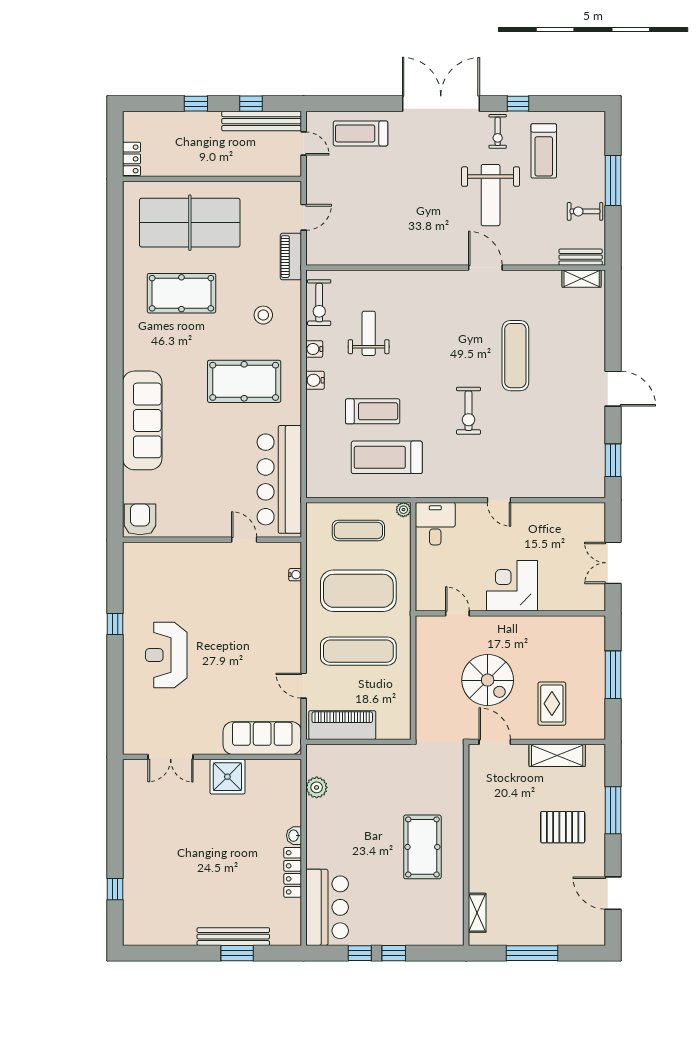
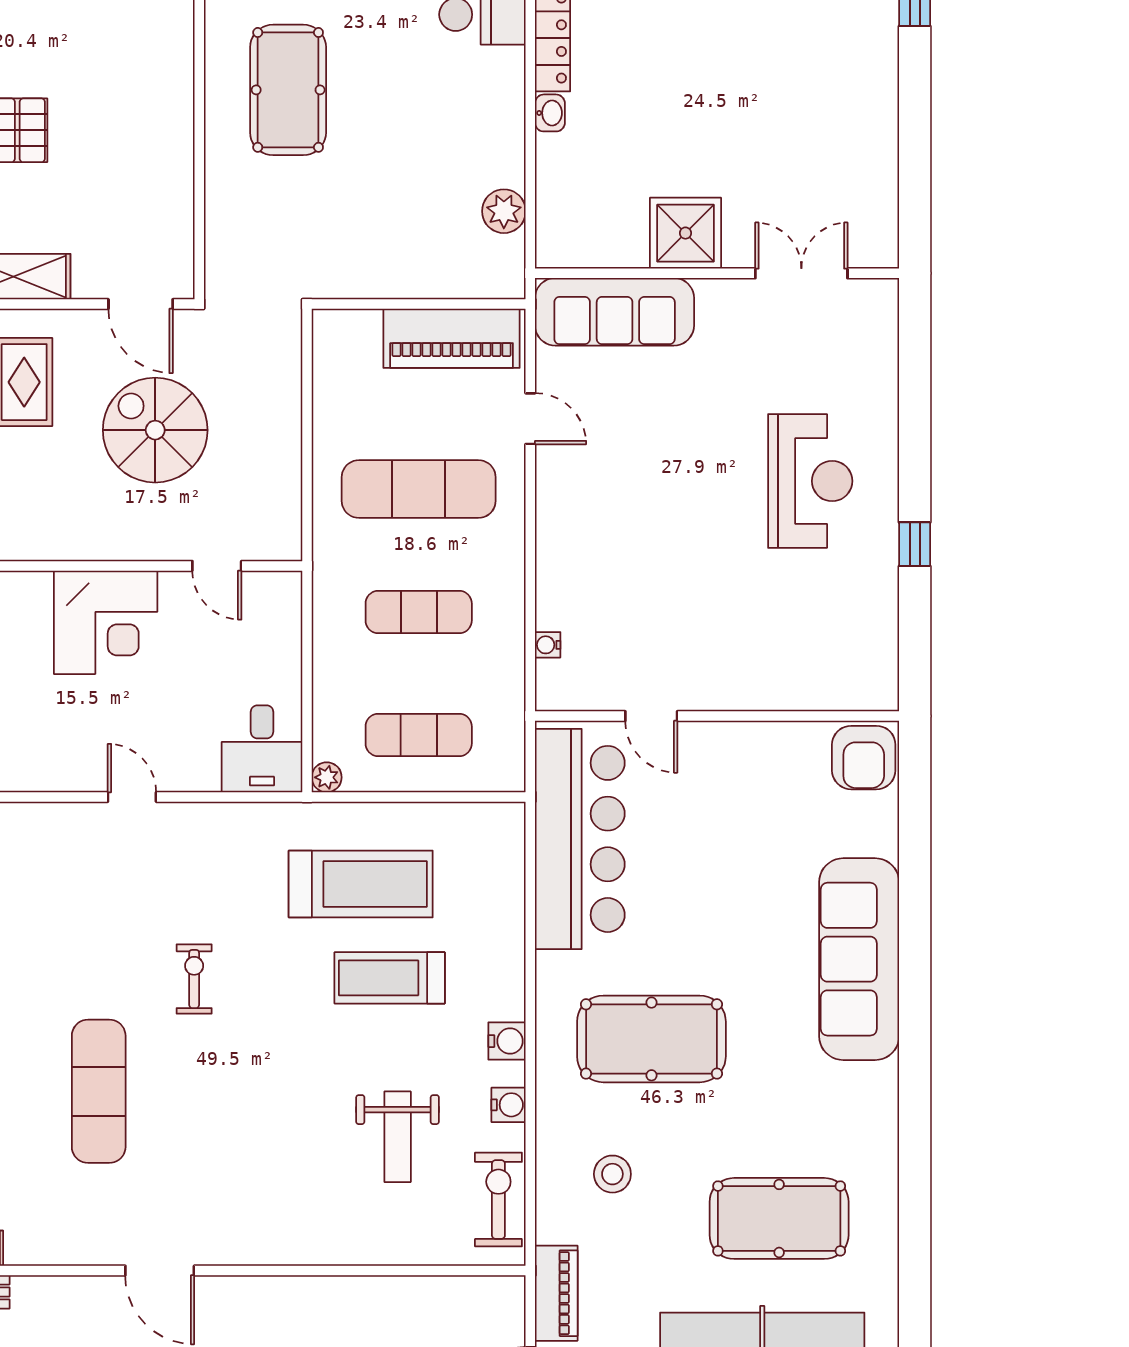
exercise bike: (469, 411) -> (194, 979), width x0.73, depth x0.72
exercise mat: (358, 591) -> (419, 612), width x0.50, depth x0.69

